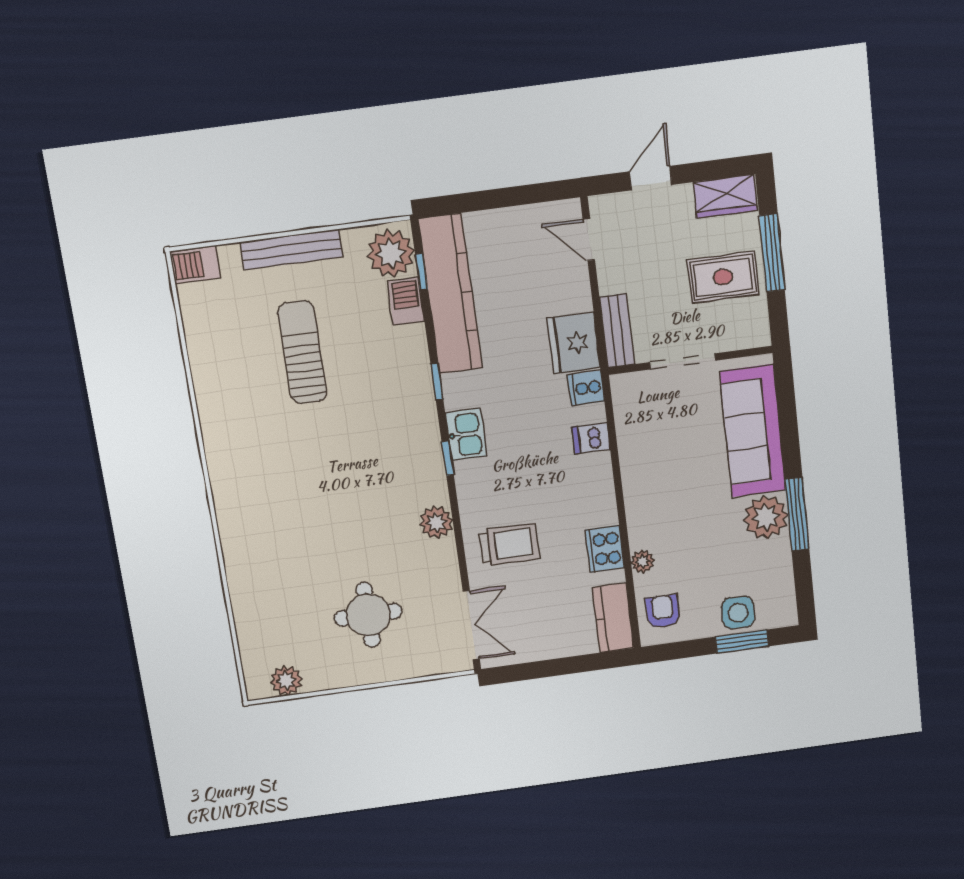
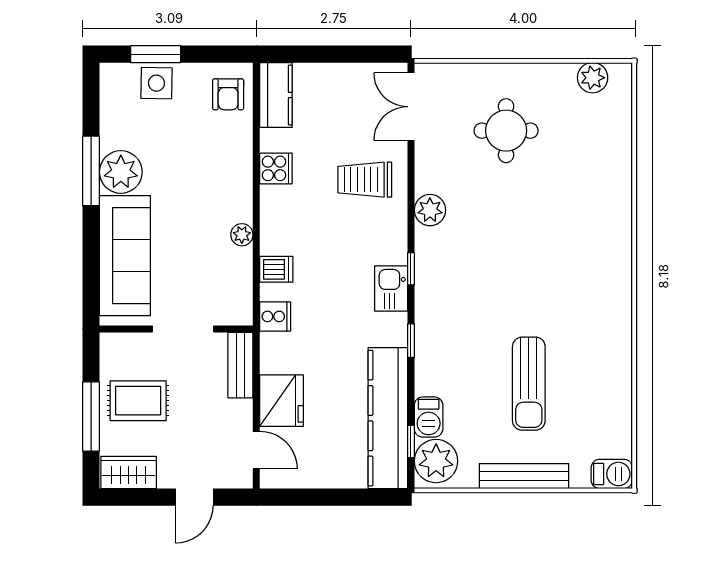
fridge: (574, 343) -> (282, 401), moved
cooker: (605, 549) -> (276, 168), width x0.73
plant: (642, 561) -> (242, 235), moved

